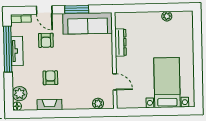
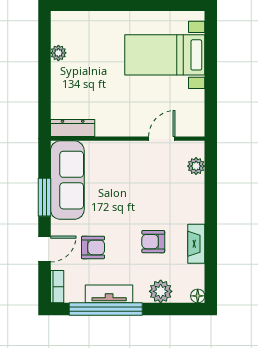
dresser: (121, 42) -> (73, 128), moved
plant: (20, 94) -> (161, 291), moved

